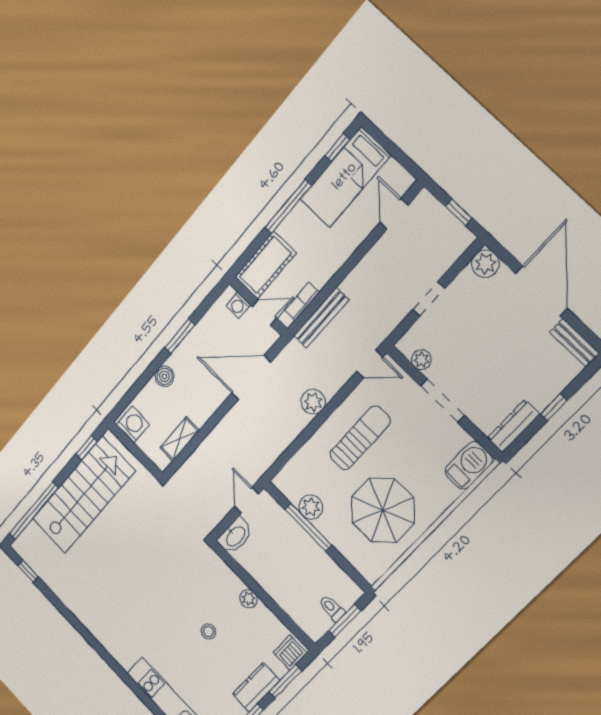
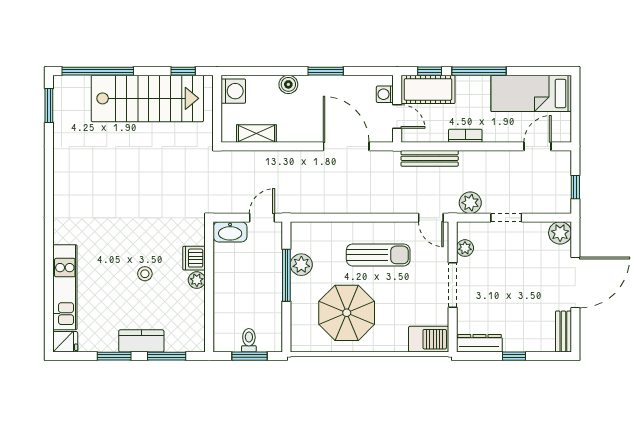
window: (337, 148) -> (430, 71), moved
bookcase: (302, 301) -> (465, 136), moved
plant: (313, 402) -> (470, 203), moved
window: (28, 571) -> (49, 106), width x1.50
dishwasher: (290, 653) -> (194, 258), moved, turned -90

